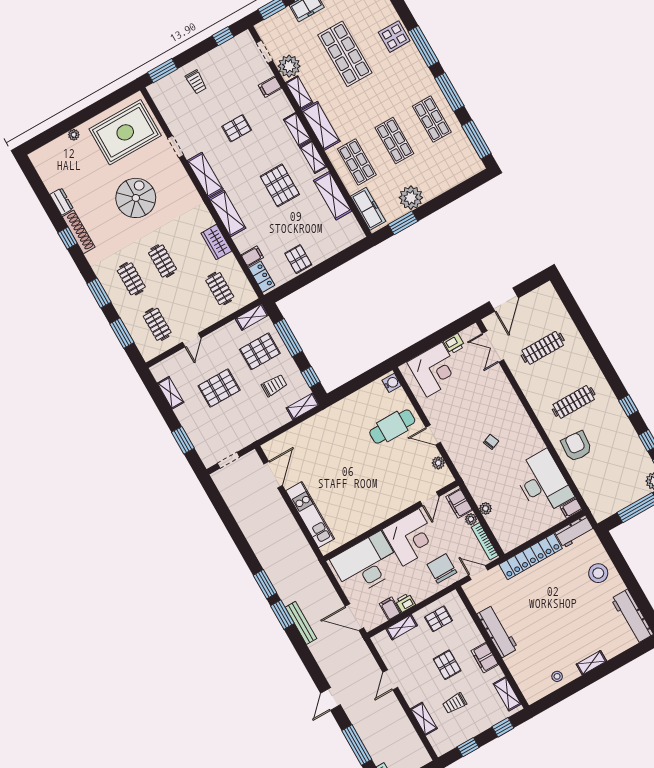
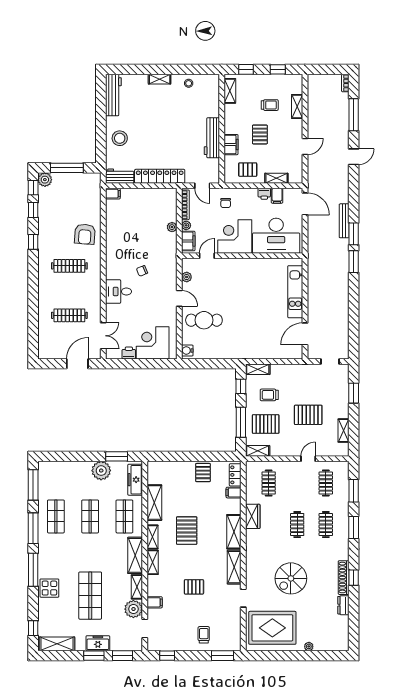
desk: (543, 483) -> (118, 291), moved, width x0.53, depth x0.77
chair: (442, 568) -> (226, 203), width x0.54, depth x0.54
filing cabinet: (485, 658) -> (231, 145), moved

